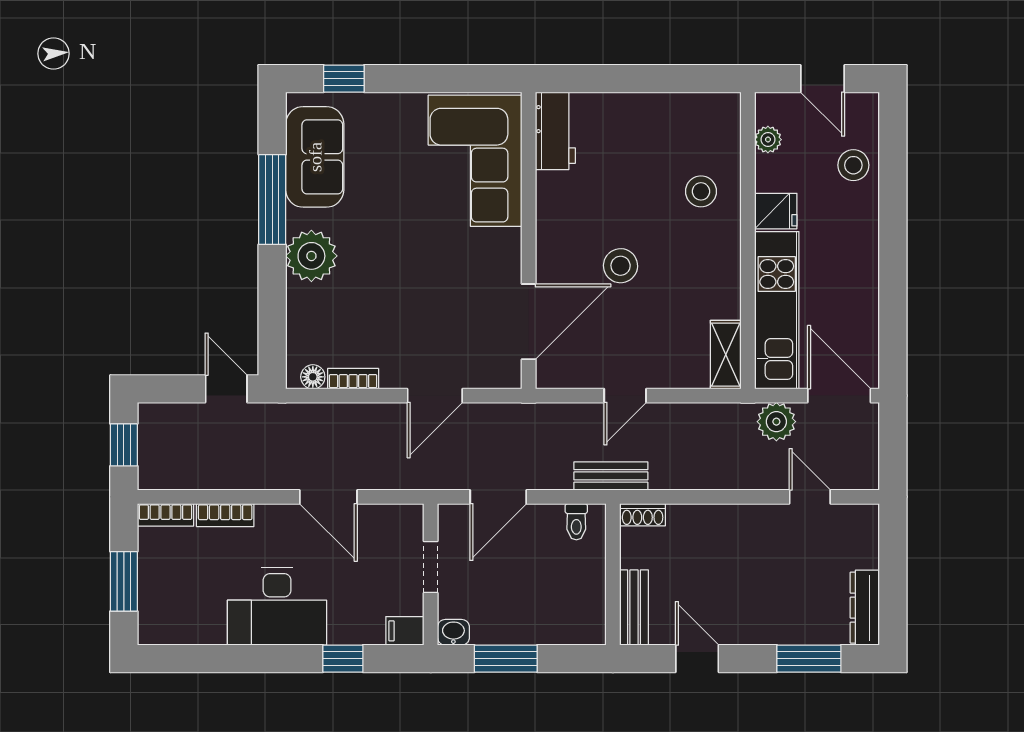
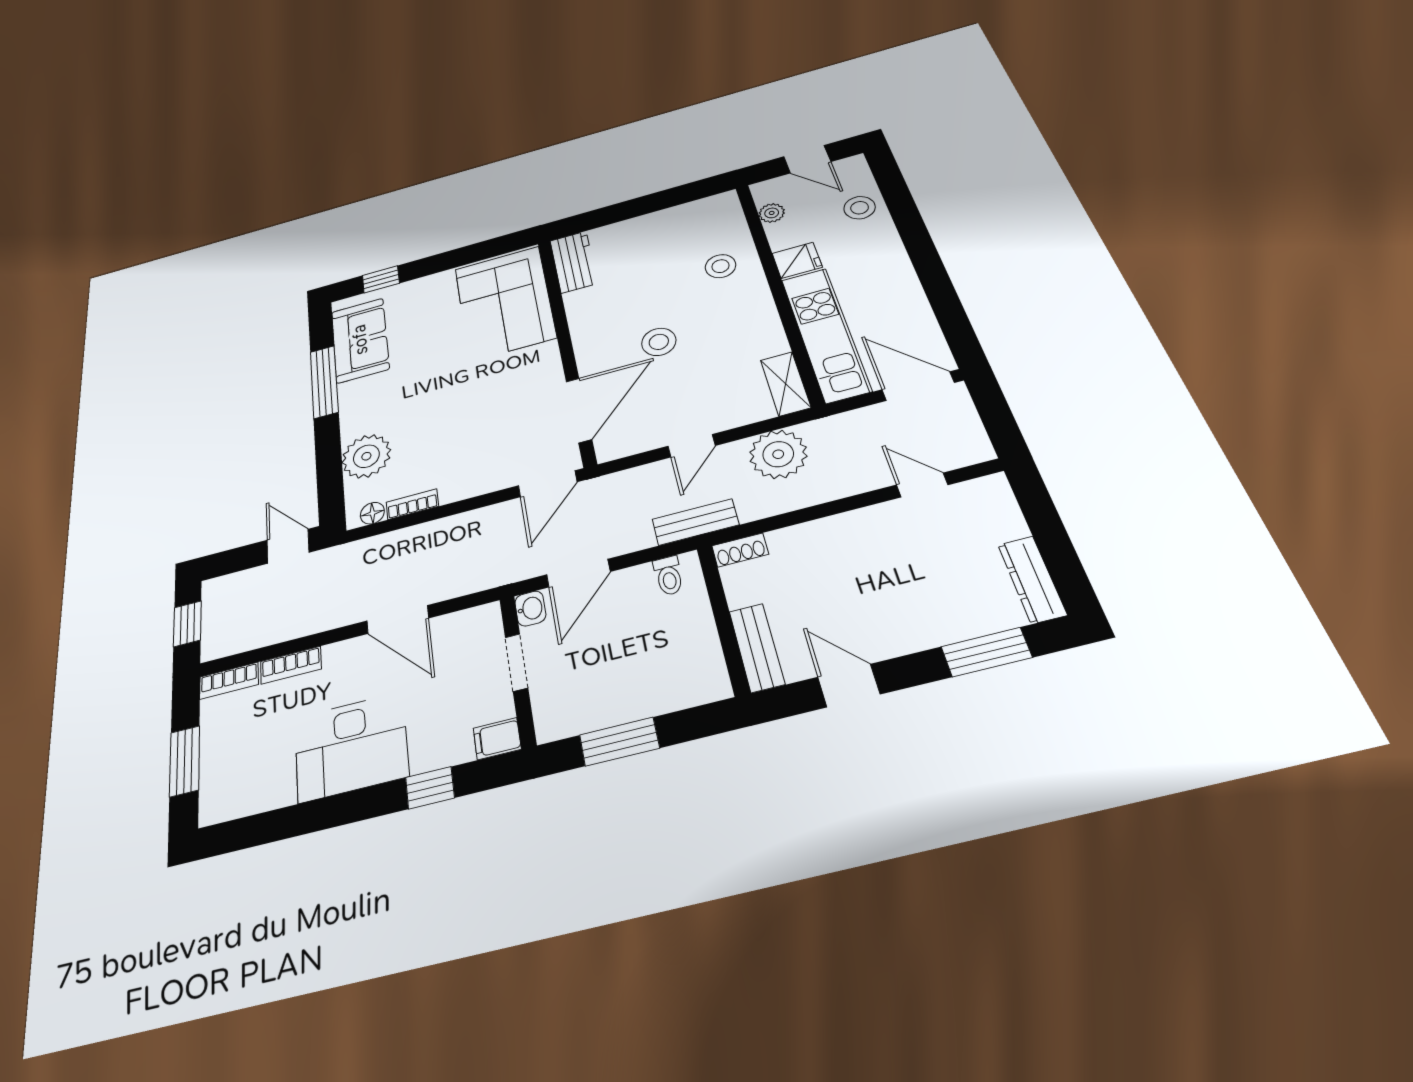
plant: (311, 256) -> (366, 456), moved
door: (435, 396) -> (548, 484), moved
plant: (776, 422) -> (778, 454), moved, width x1.36, depth x1.36
washbasin: (453, 632) -> (530, 609), moved, turned 90

